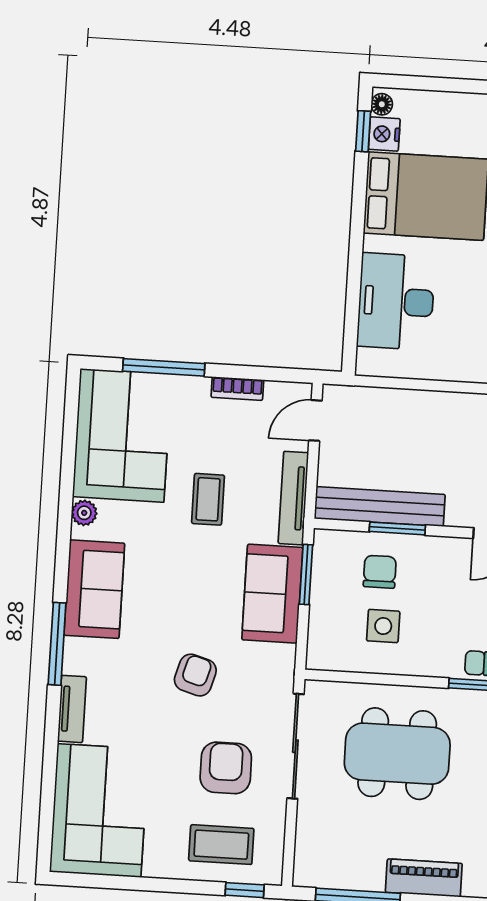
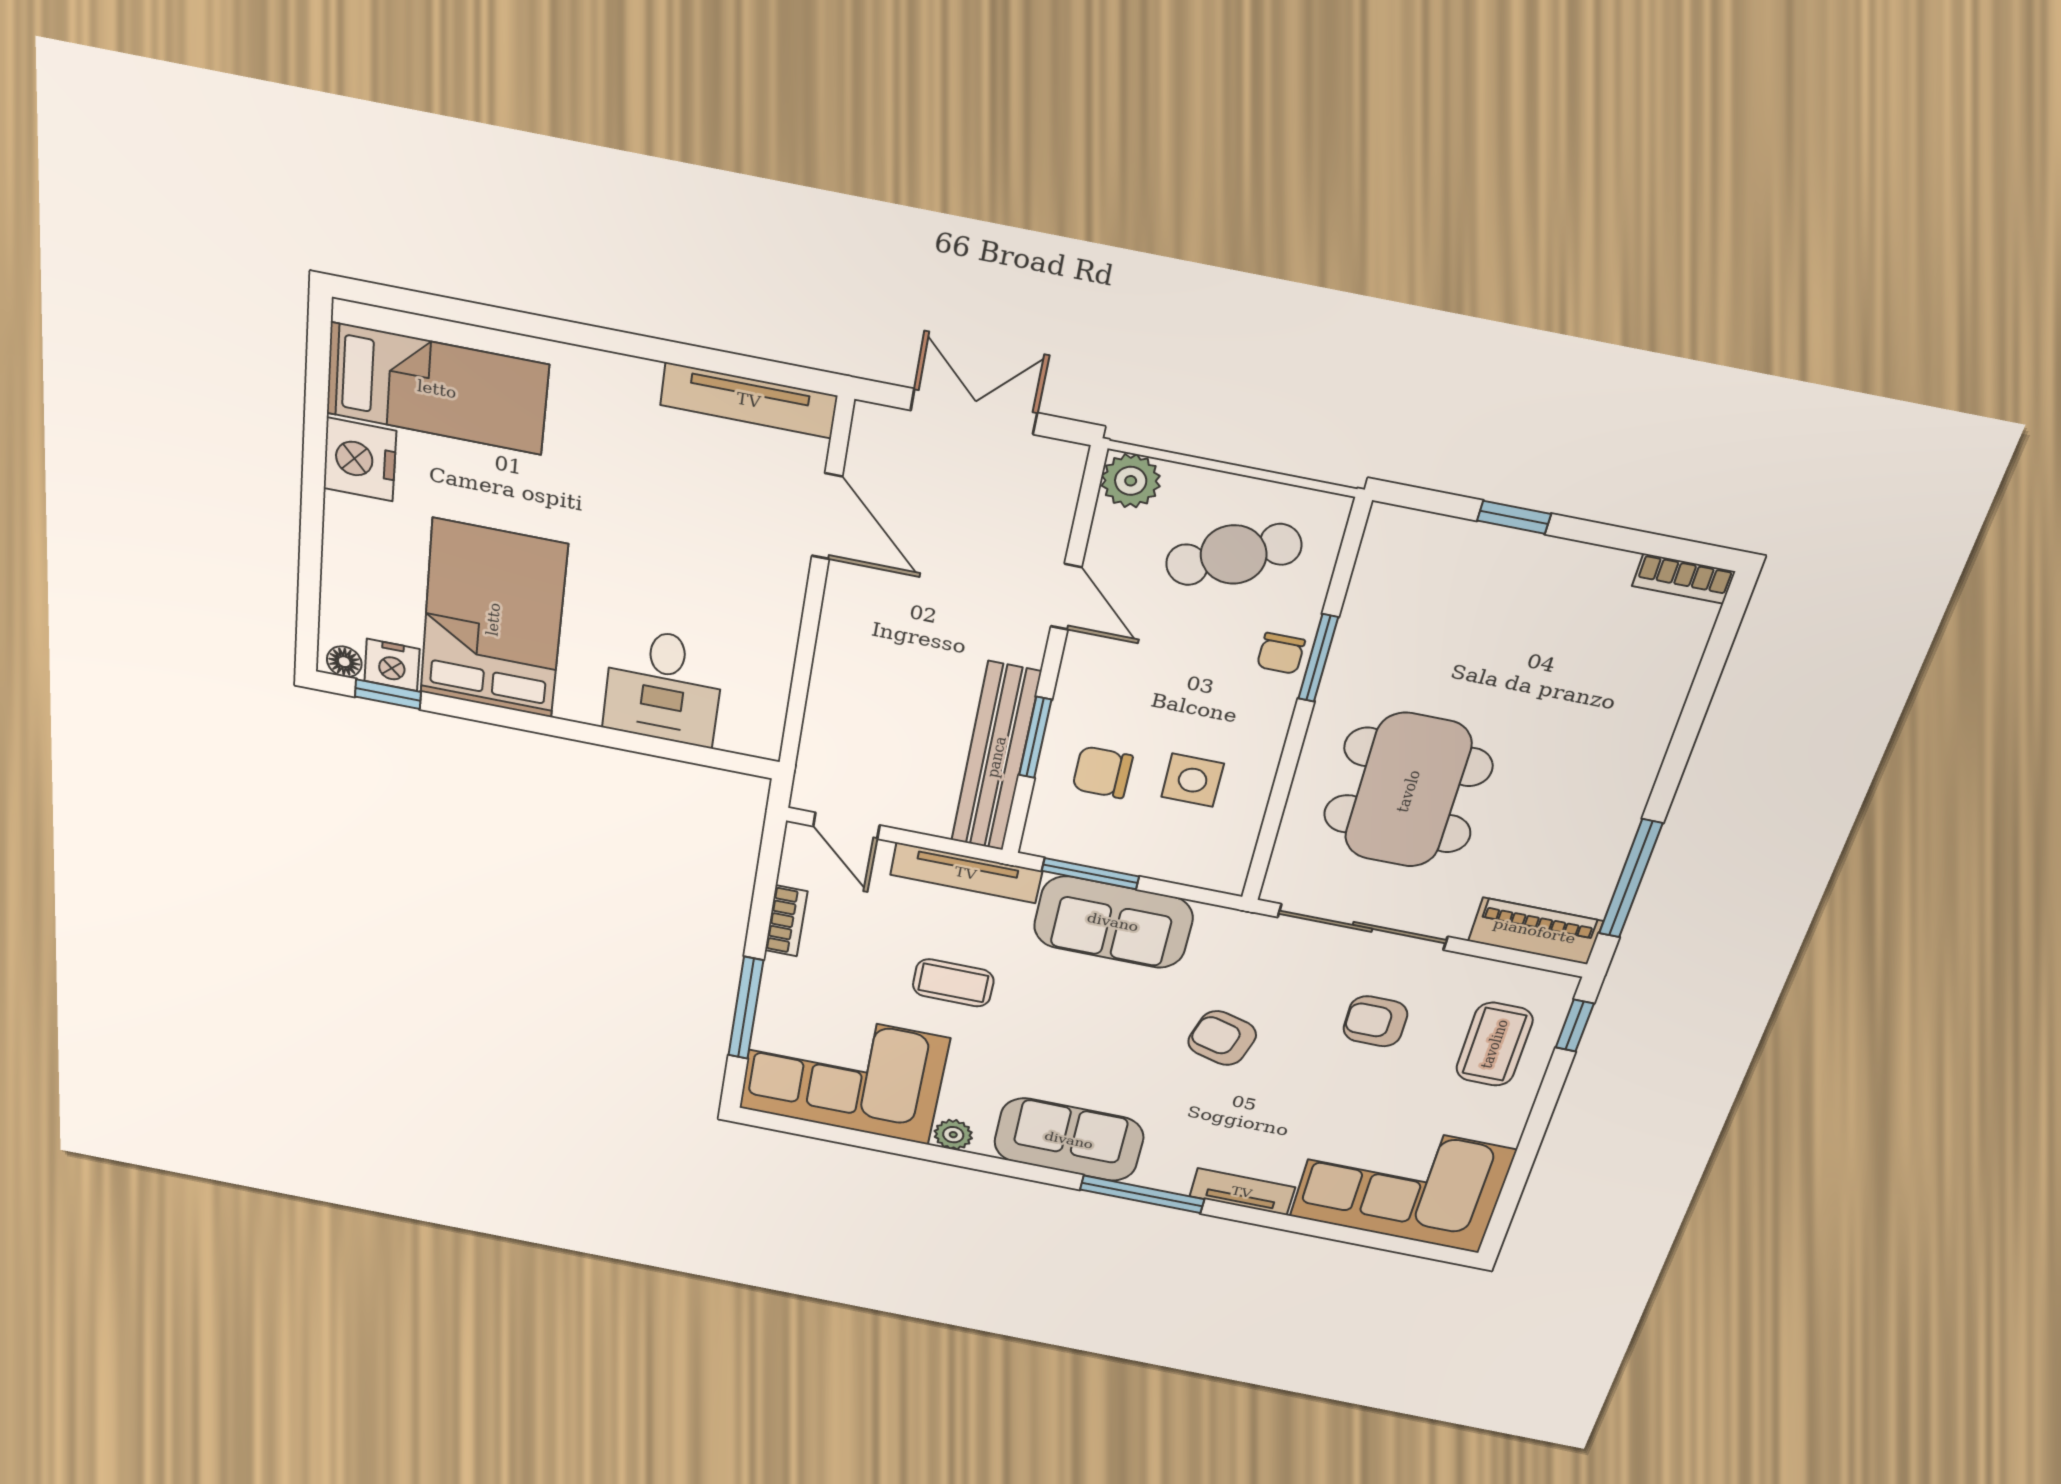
desk: (396, 301) -> (663, 687), width x0.73
armchair: (226, 768) -> (1375, 1021), width x0.72, depth x0.72
piano: (424, 878) -> (1535, 931), moved, turned 90

